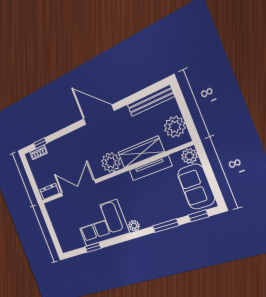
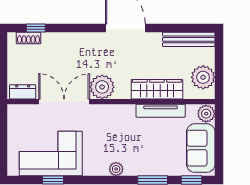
plant: (111, 162) -> (102, 87), moved
corner sofa: (101, 223) -> (51, 154), moved

